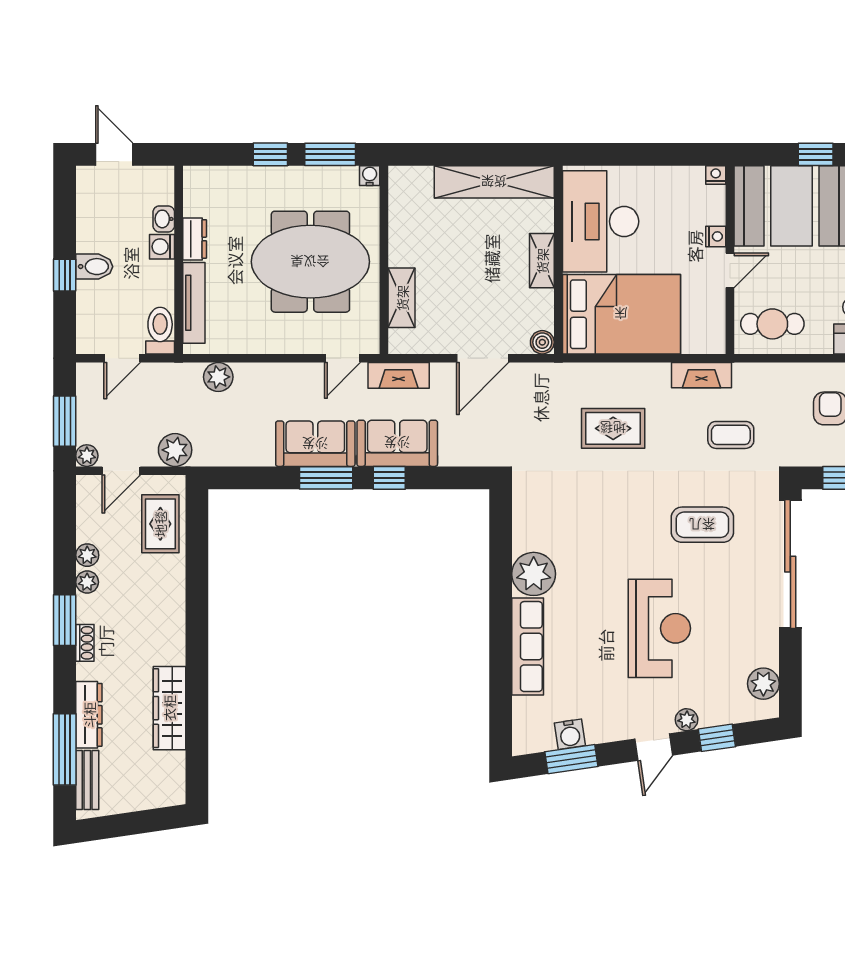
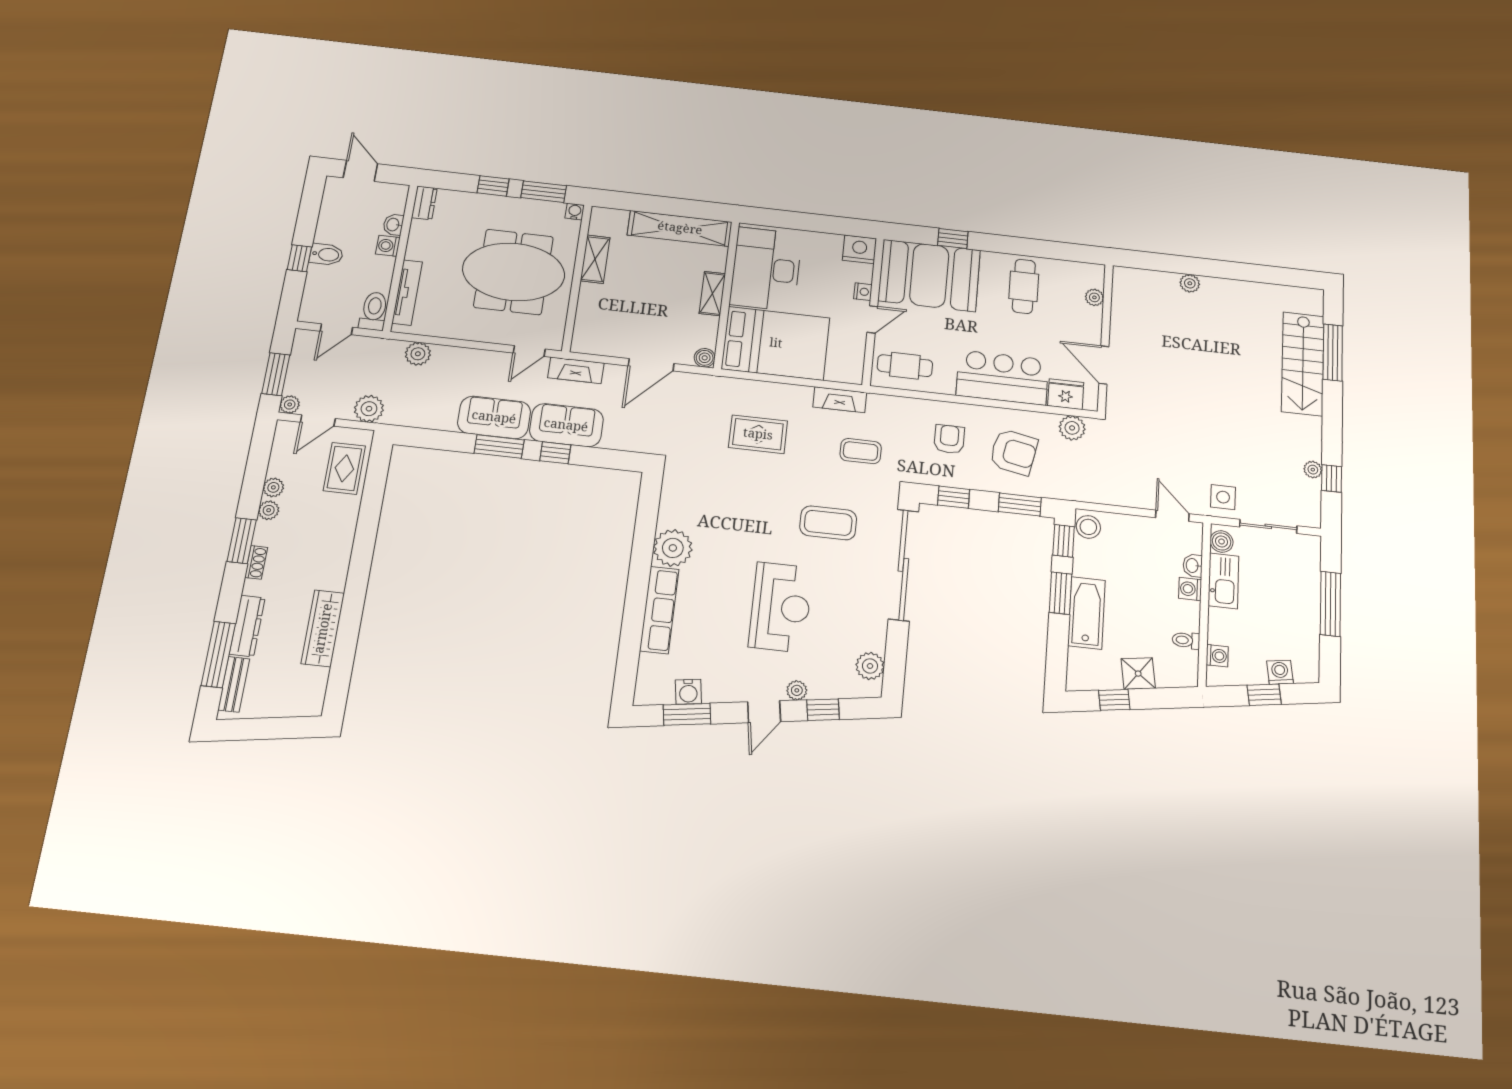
nightstand: (716, 175) -> (859, 249), width x1.89, depth x1.79
dresser: (195, 239) -> (424, 203), moved
shelving: (402, 298) -> (595, 259), moved

